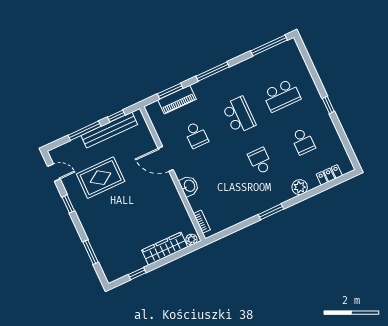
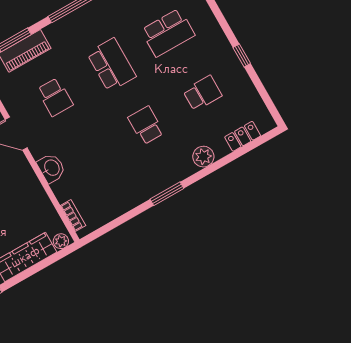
window: (328, 105) -> (242, 56), moved
school desk: (303, 141) -> (202, 93), turned -90

